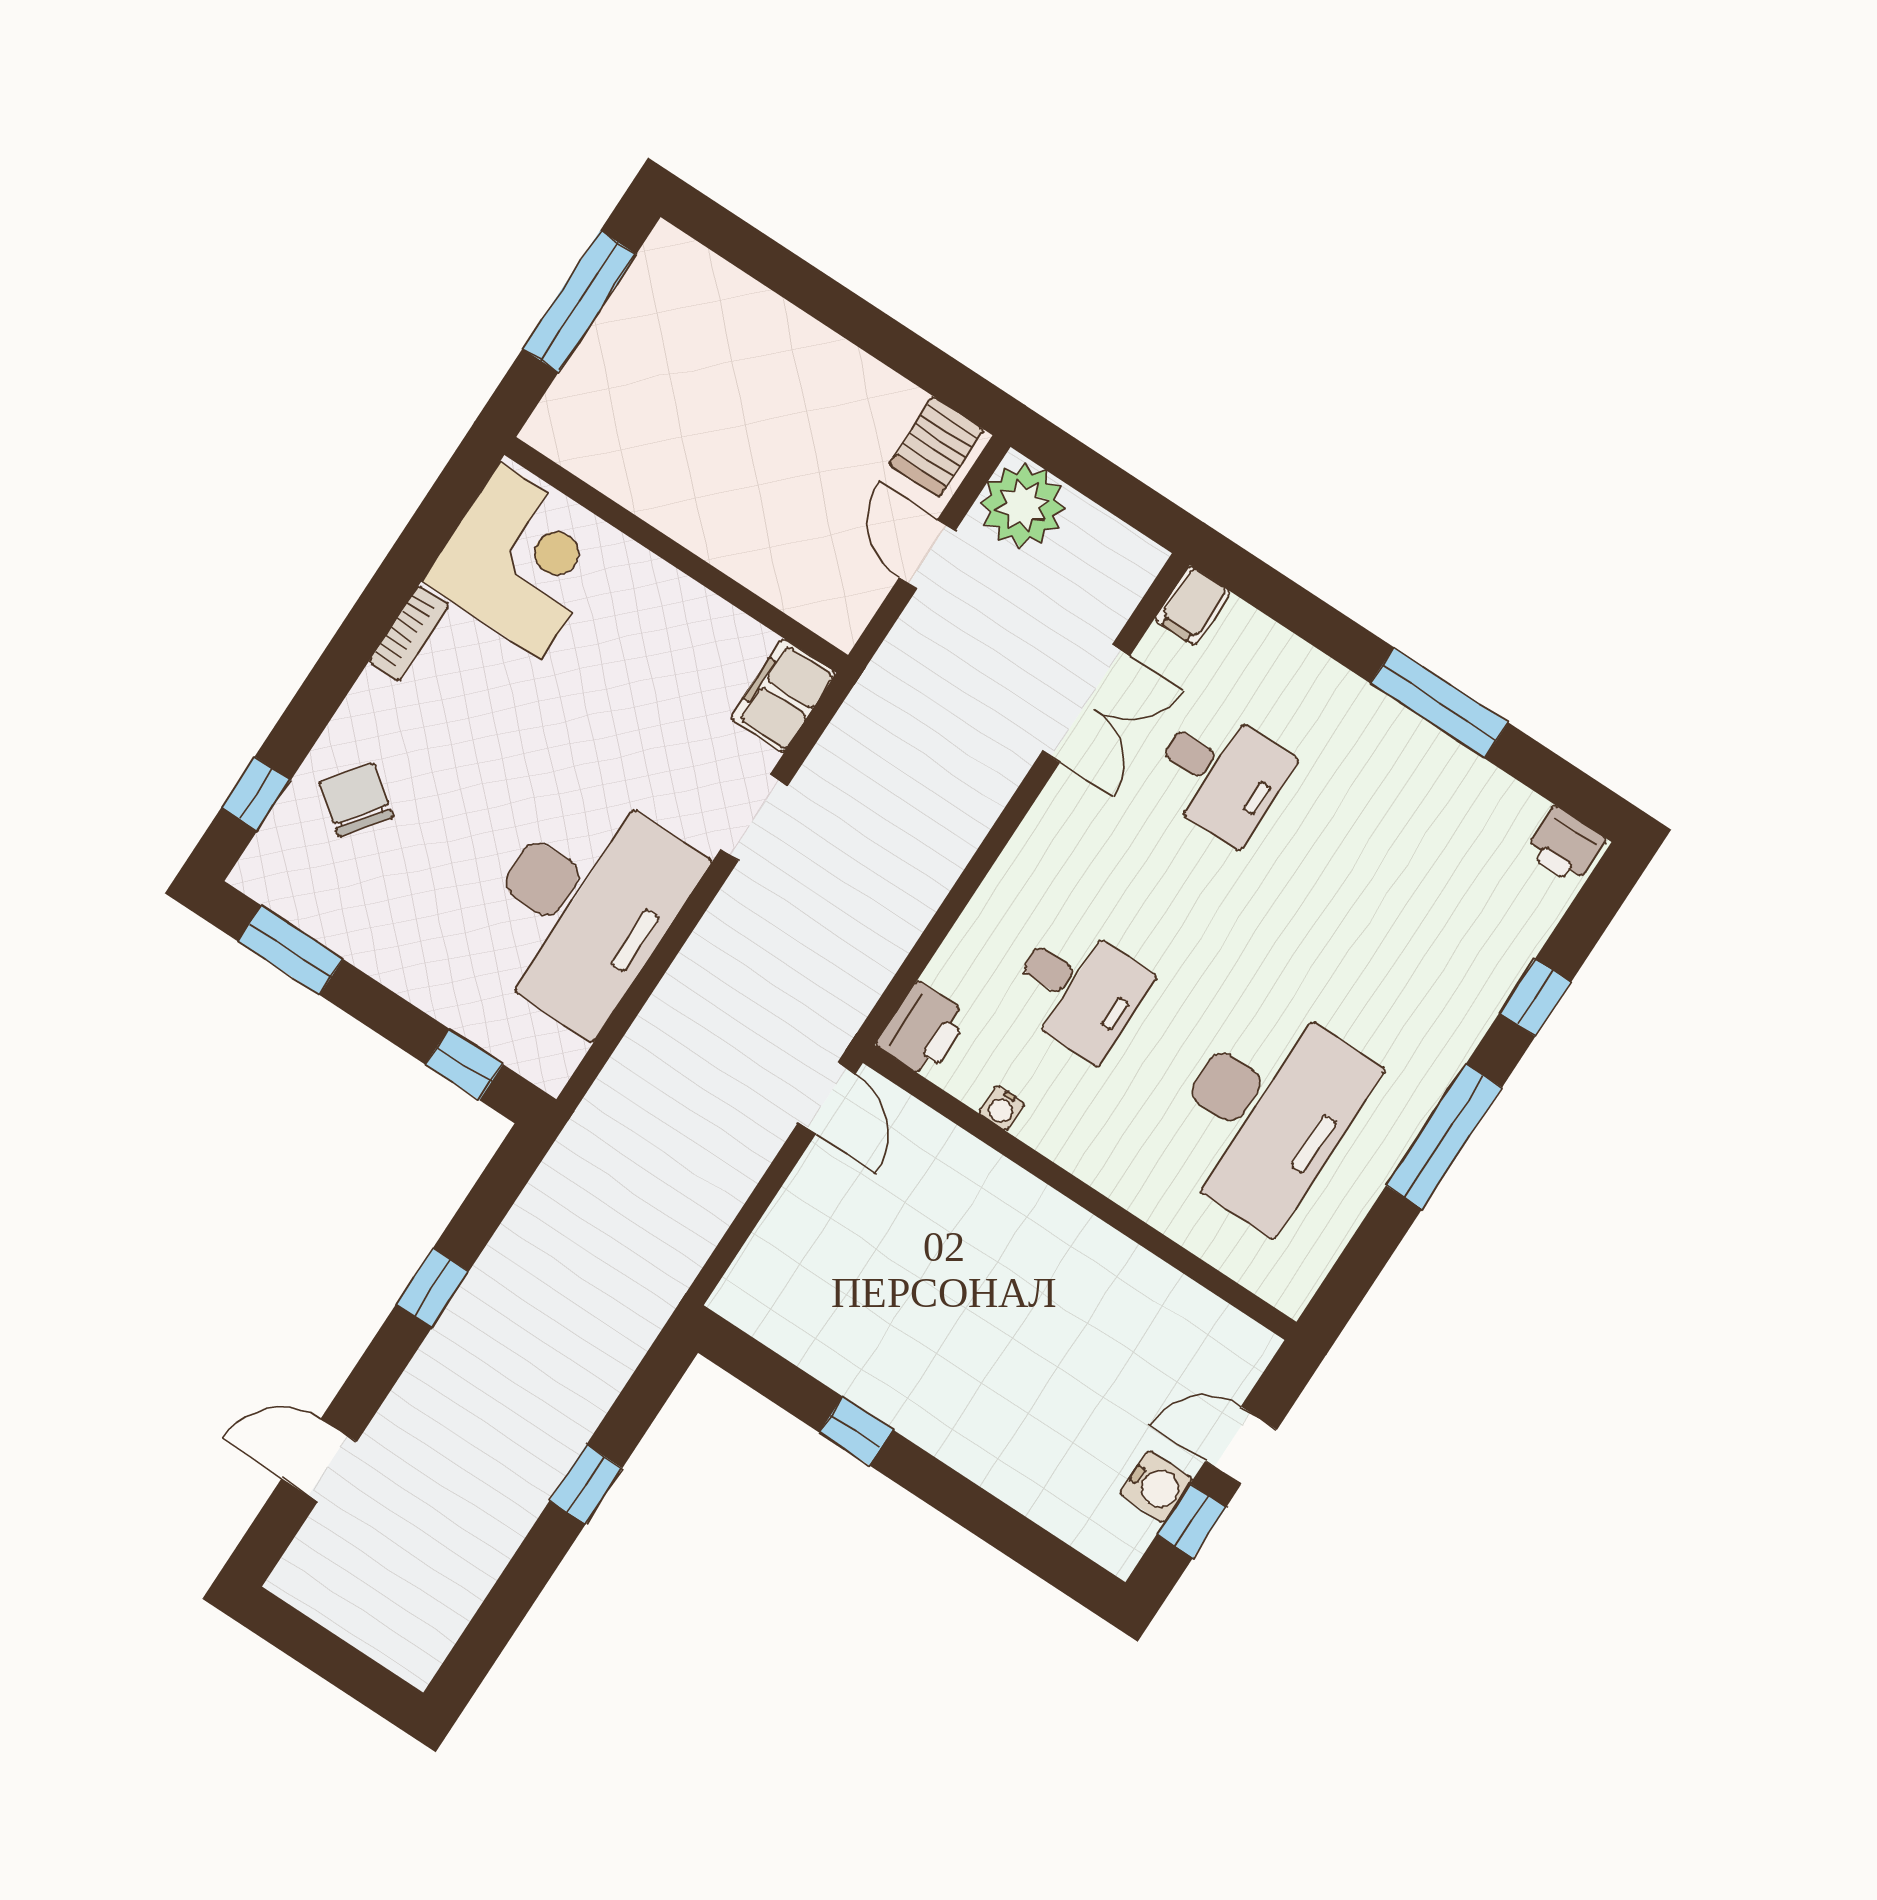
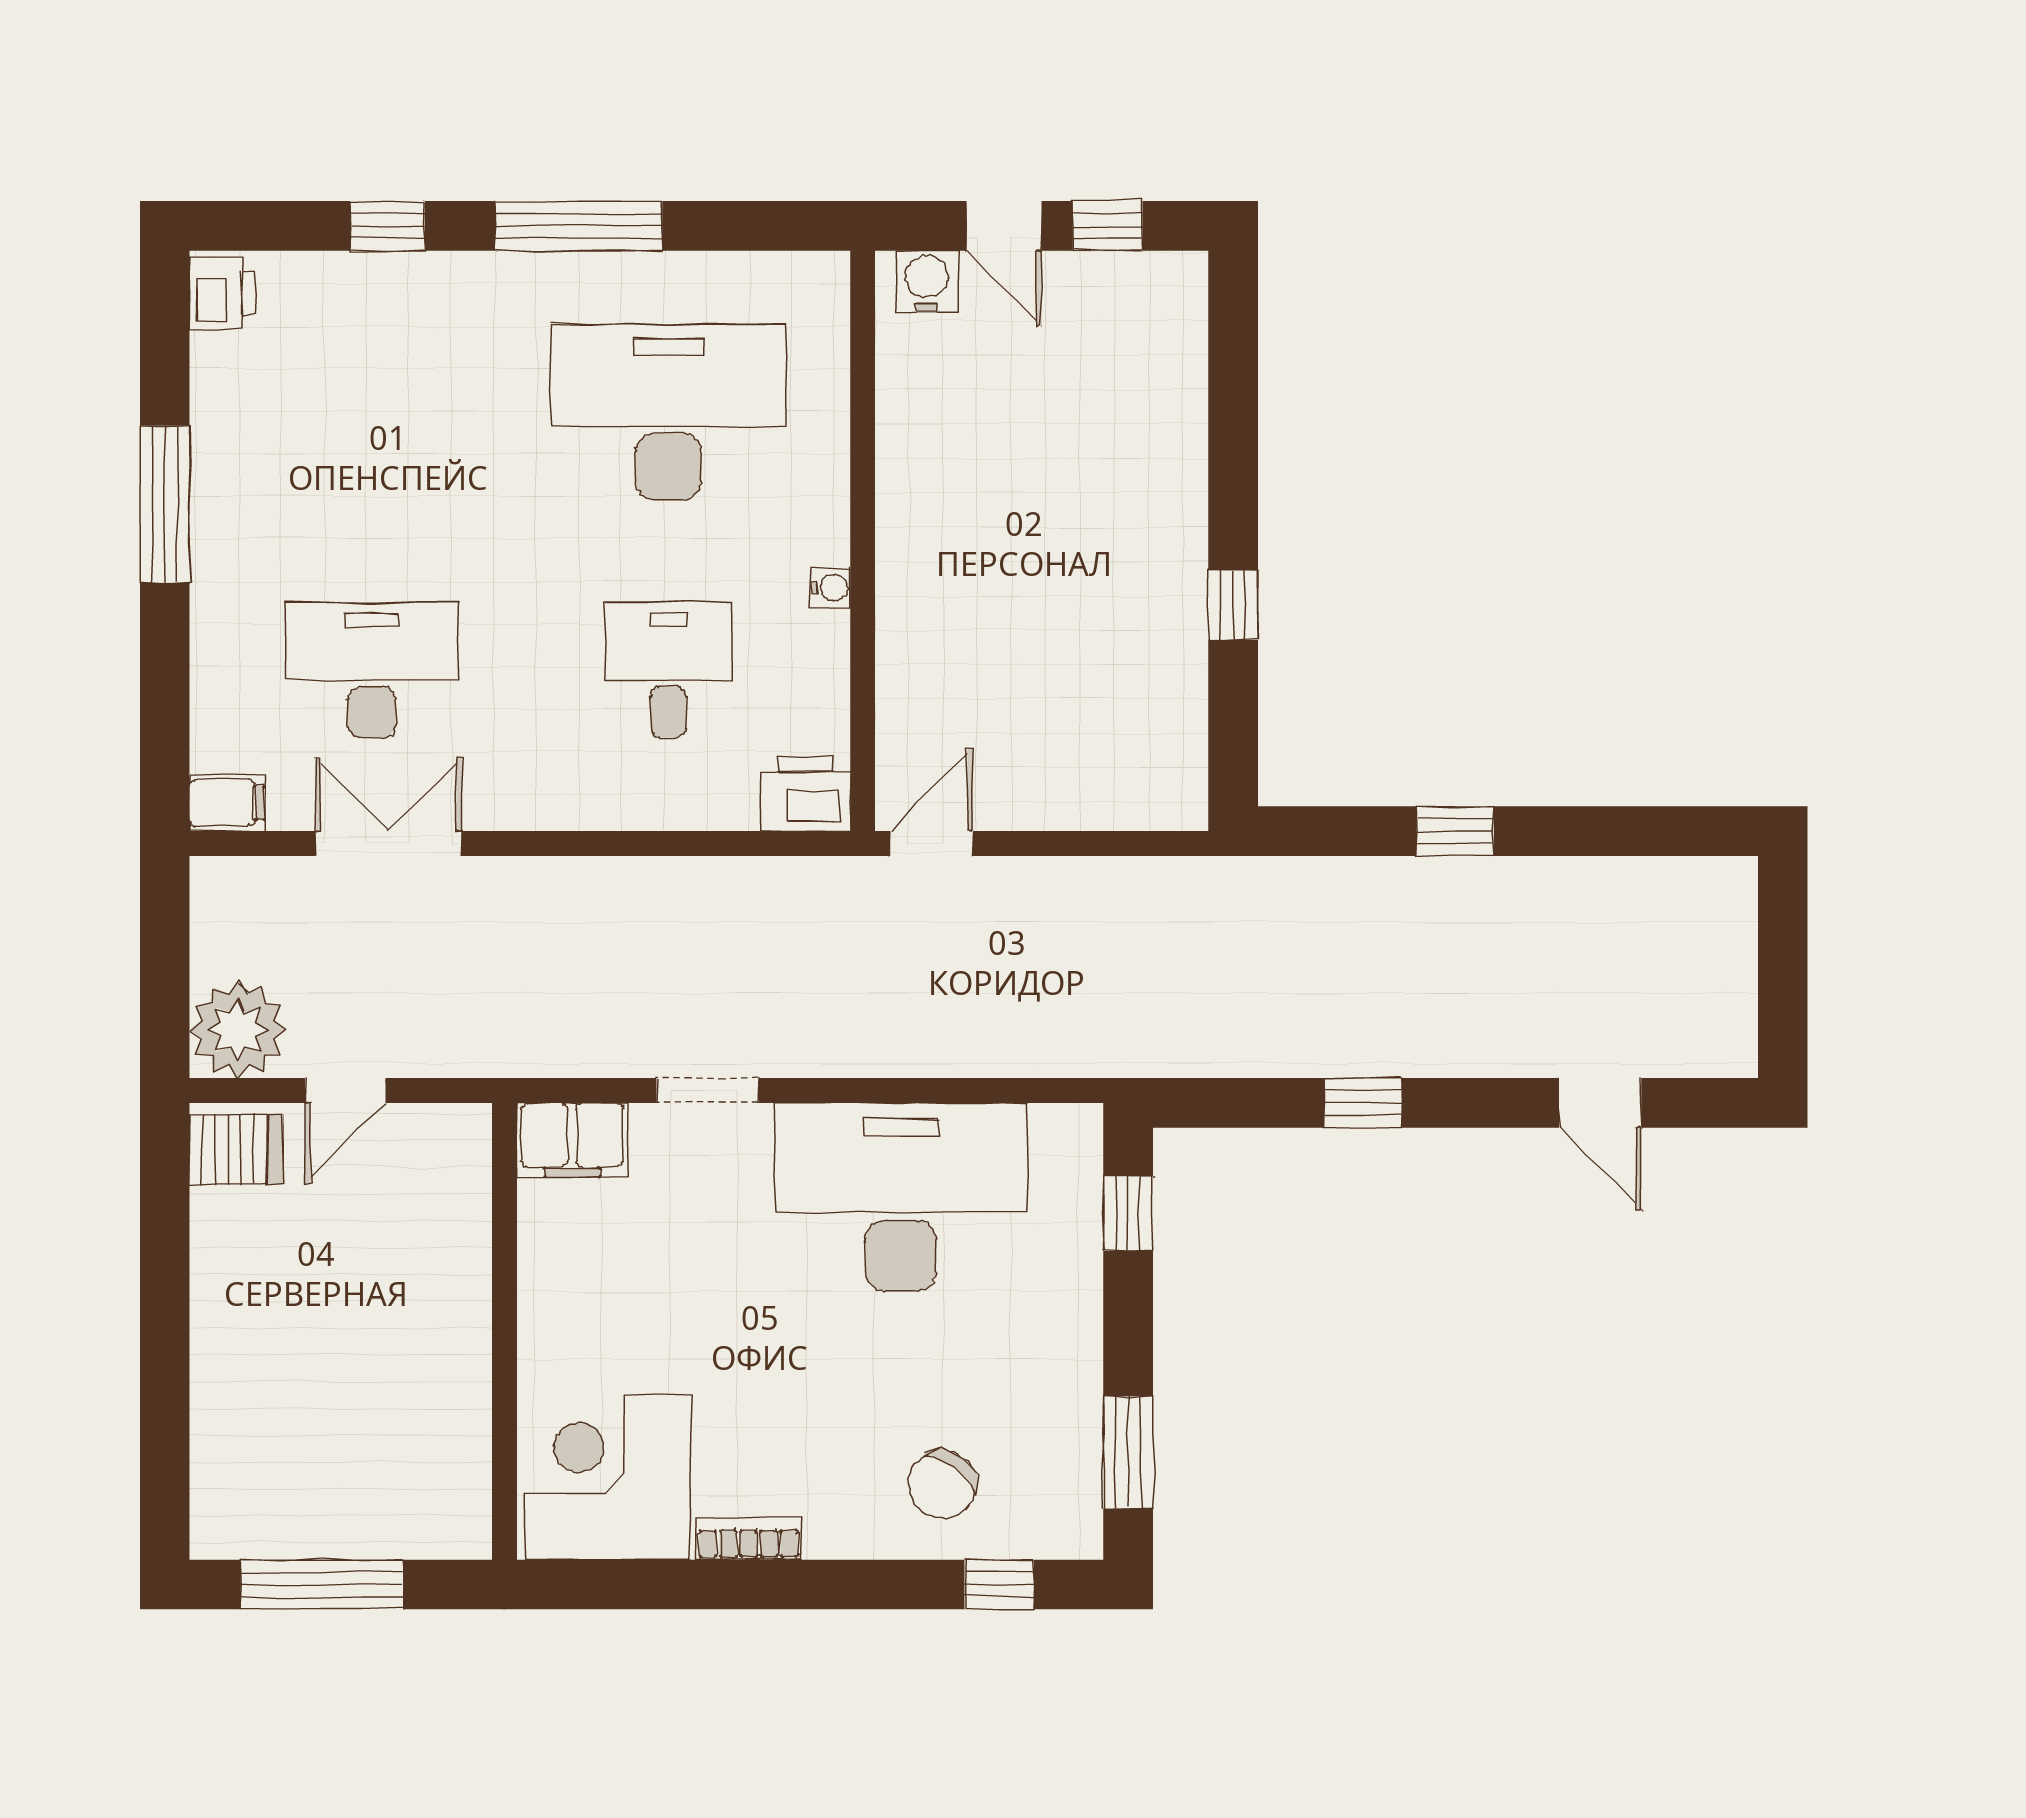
desk: (1220, 774) -> (371, 670), width x1.37
water cooler: (1002, 1108) -> (831, 588), moved
water cooler: (1156, 1486) -> (927, 282), moved

